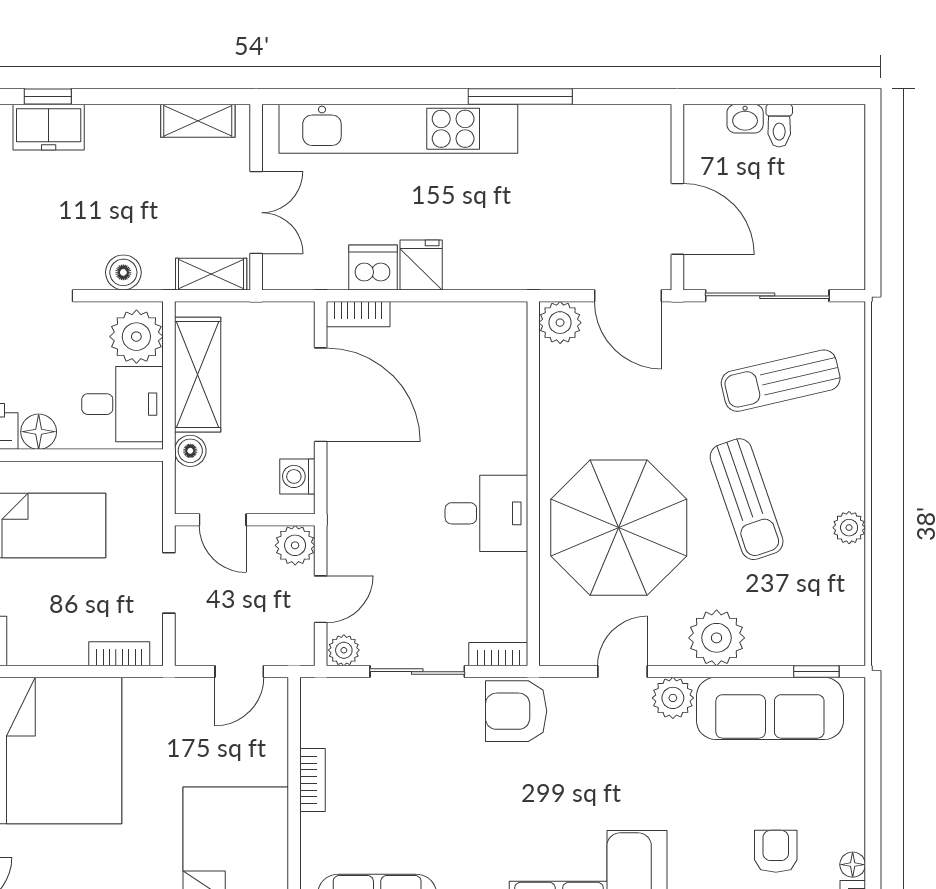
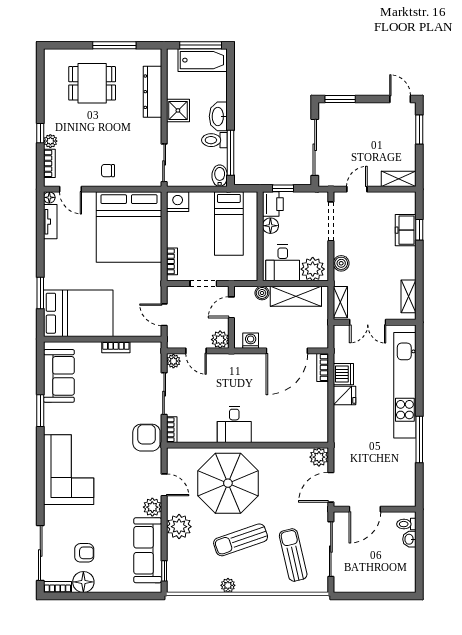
toilet: (779, 126) -> (406, 524), moved
floor lamp: (853, 865) -> (83, 582), width x1.89, depth x1.89

